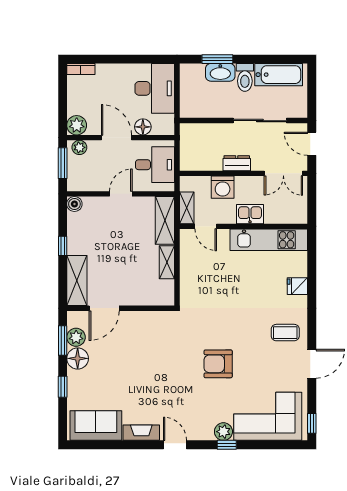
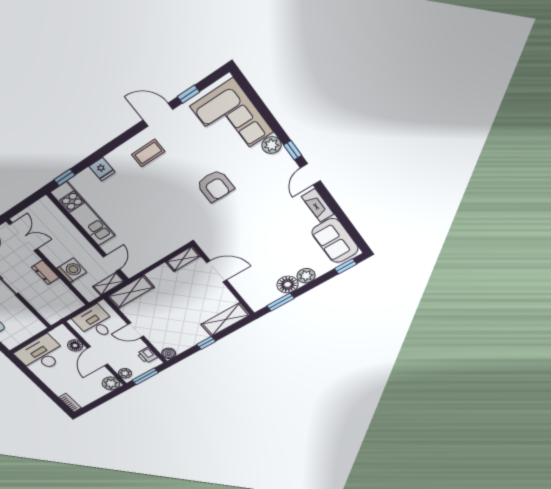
printer: (86, 183) -> (147, 355), added
kitchen sink: (250, 214) -> (75, 240), removed
window: (312, 251) -> (64, 177), added
shelving: (167, 262) -> (183, 259), moved
door: (104, 308) -> (217, 271), moved
coffee table: (285, 333) -> (148, 153), turned 90
plant: (76, 337) -> (306, 276), moved
window: (63, 387) -> (346, 266), moved
window: (312, 423) -> (188, 94), moved
window: (227, 445) -> (293, 150), moved

